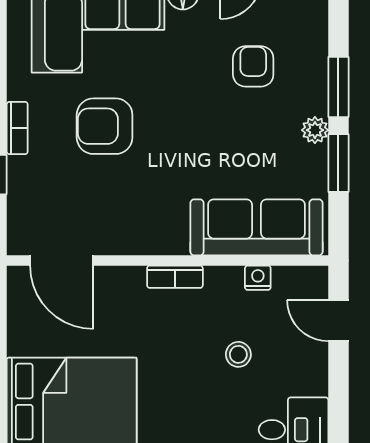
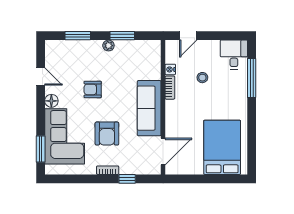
armchair: (253, 66) -> (93, 89), moved
window: (338, 87) -> (78, 36), moved
sofa: (257, 227) -> (149, 108), moved
bookcase: (175, 277) -> (170, 88), moved

